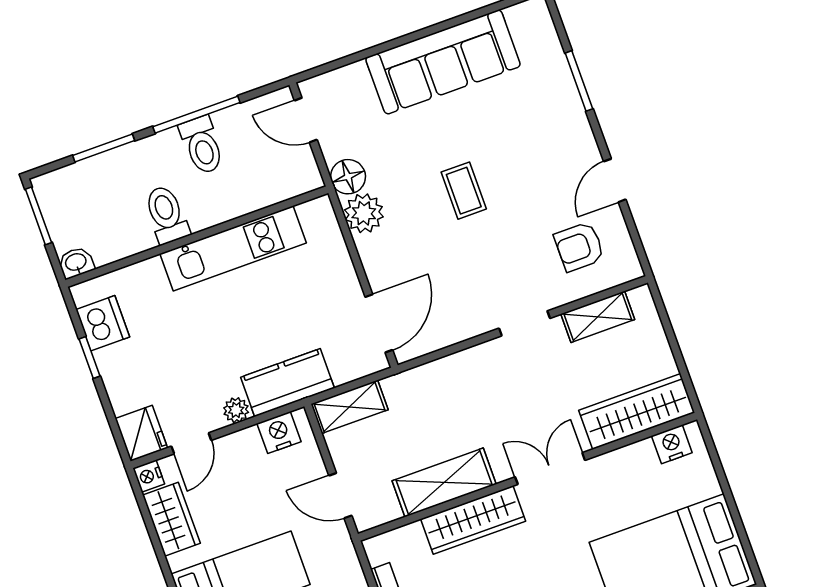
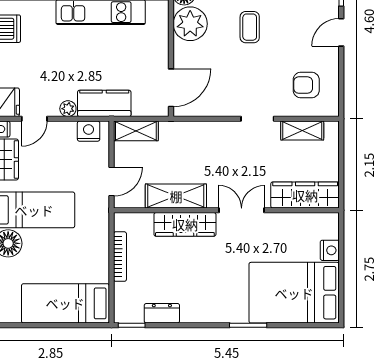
door: (615, 180) -> (341, 32), moved
plant: (364, 213) -> (190, 24), width x1.36, depth x1.36
nightstand: (672, 444) -> (330, 250), moved, turned 90
door: (340, 496) -> (111, 182), swing flipped

